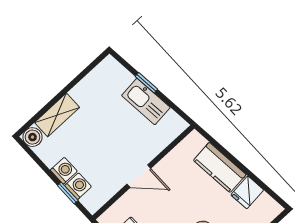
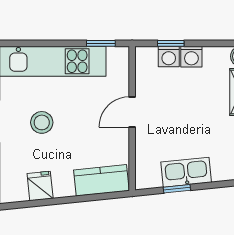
window: (146, 83) -> (177, 189), moved
kitchen counter: (220, 167) -> (101, 180), moved

